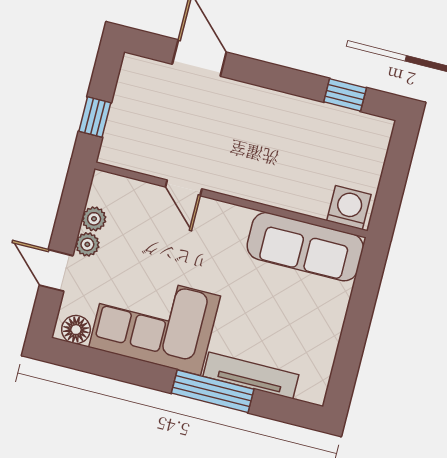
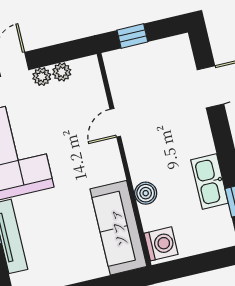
kitchen sink: (307, 115) -> (209, 181), added
boiler: (282, 195) -> (146, 193), added

